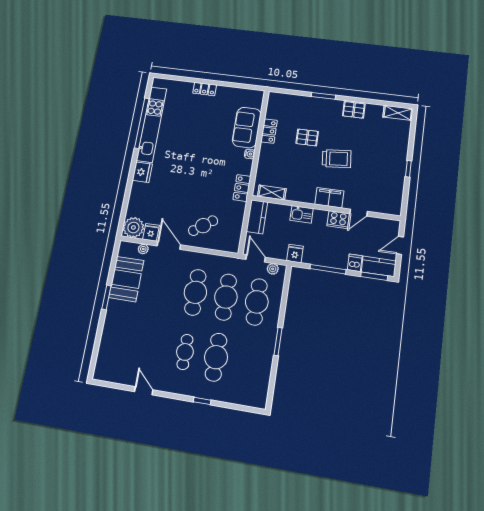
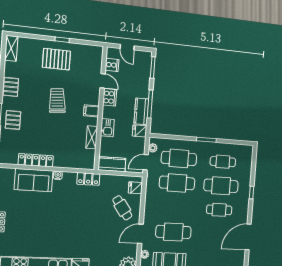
locker: (269, 131) -> (36, 160), width x1.53
pallet: (307, 137) -> (13, 120), moved
pallet: (385, 161) -> (56, 59), added
shelving: (272, 192) -> (92, 137), moved
filing cabinet: (329, 198) -> (91, 111), width x0.50
cooker: (378, 225) -> (112, 65), added
fridge: (151, 232) -> (135, 188), moved
dishwasher: (355, 263) -> (143, 83), removed
kitchen counter: (379, 266) -> (141, 111), moved
cafe table: (195, 292) -> (173, 232), moved
cafe table: (247, 362) -> (223, 162), added
door: (144, 391) -> (248, 237), width x1.88

